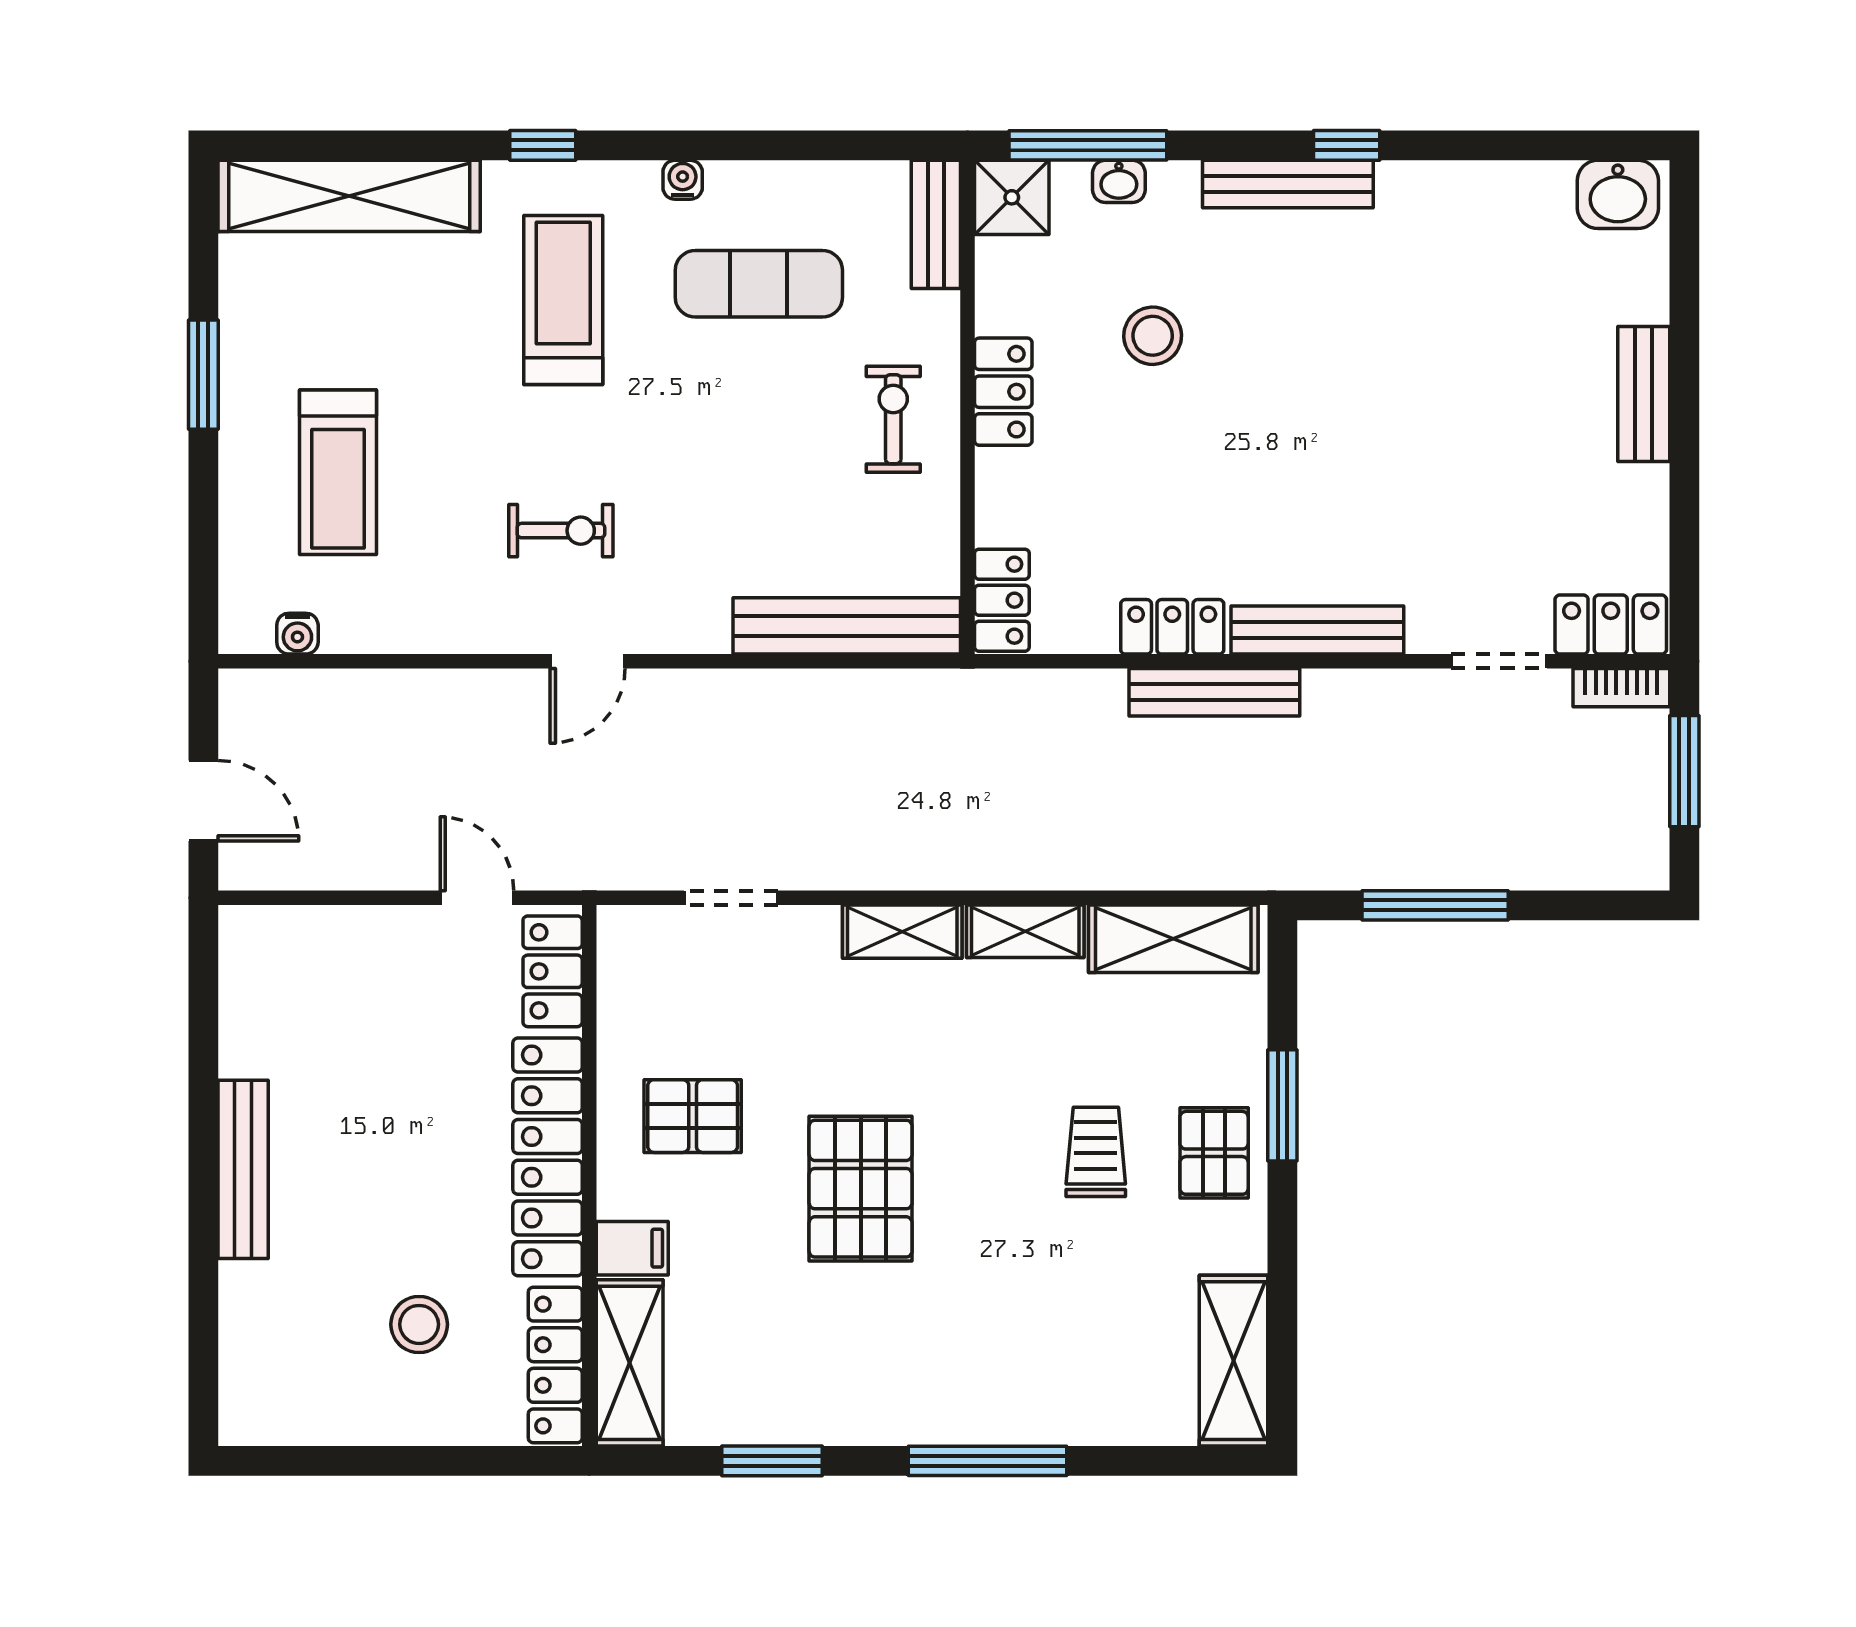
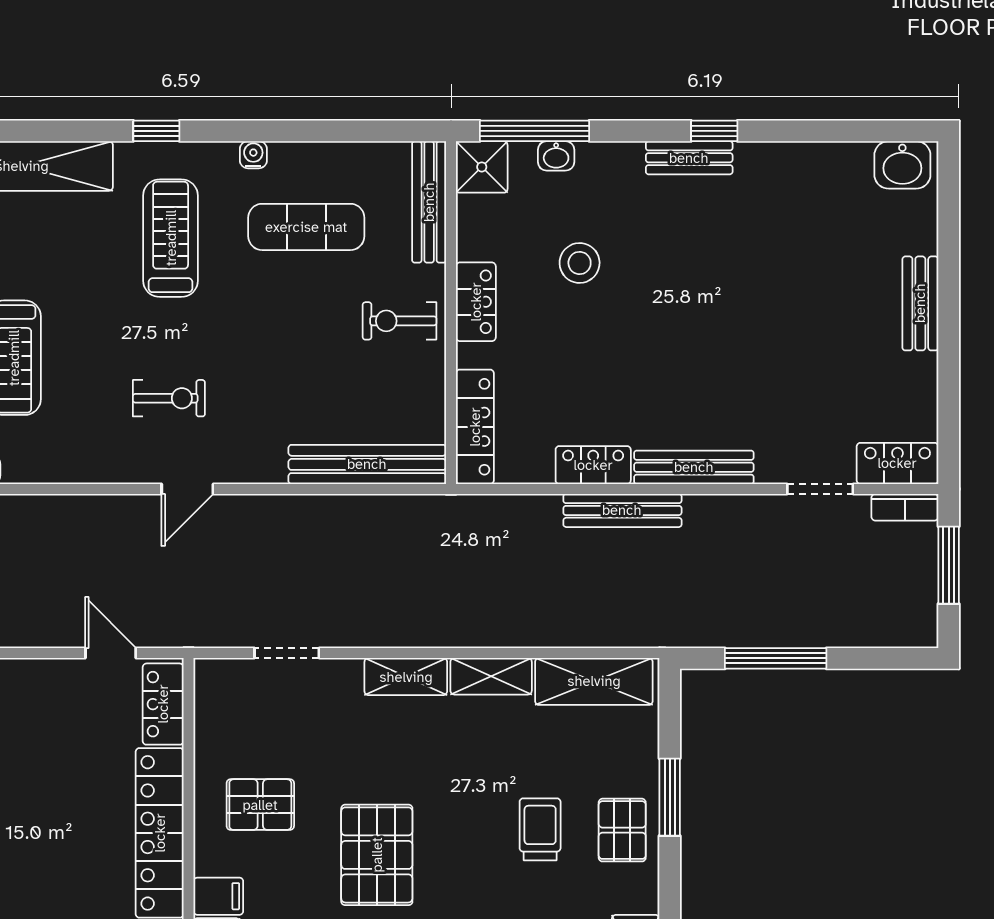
bench: (1288, 184) -> (689, 158), width x0.73
bench: (936, 224) -> (429, 202), width x1.36
exercise bike: (893, 419) -> (400, 321), turned -90
locker: (1002, 600) -> (475, 427), width x1.53

